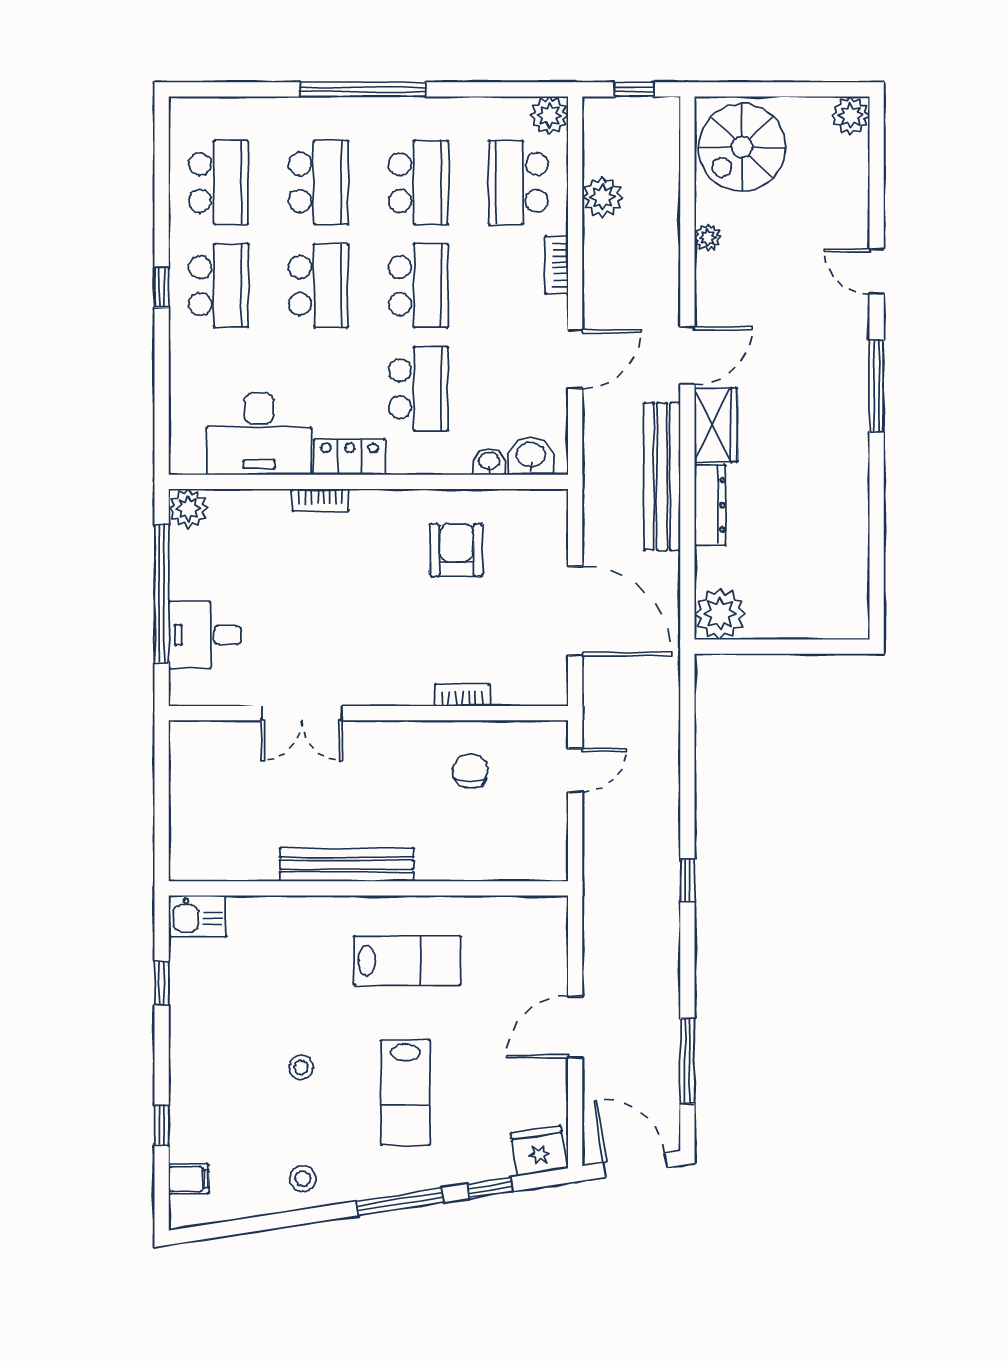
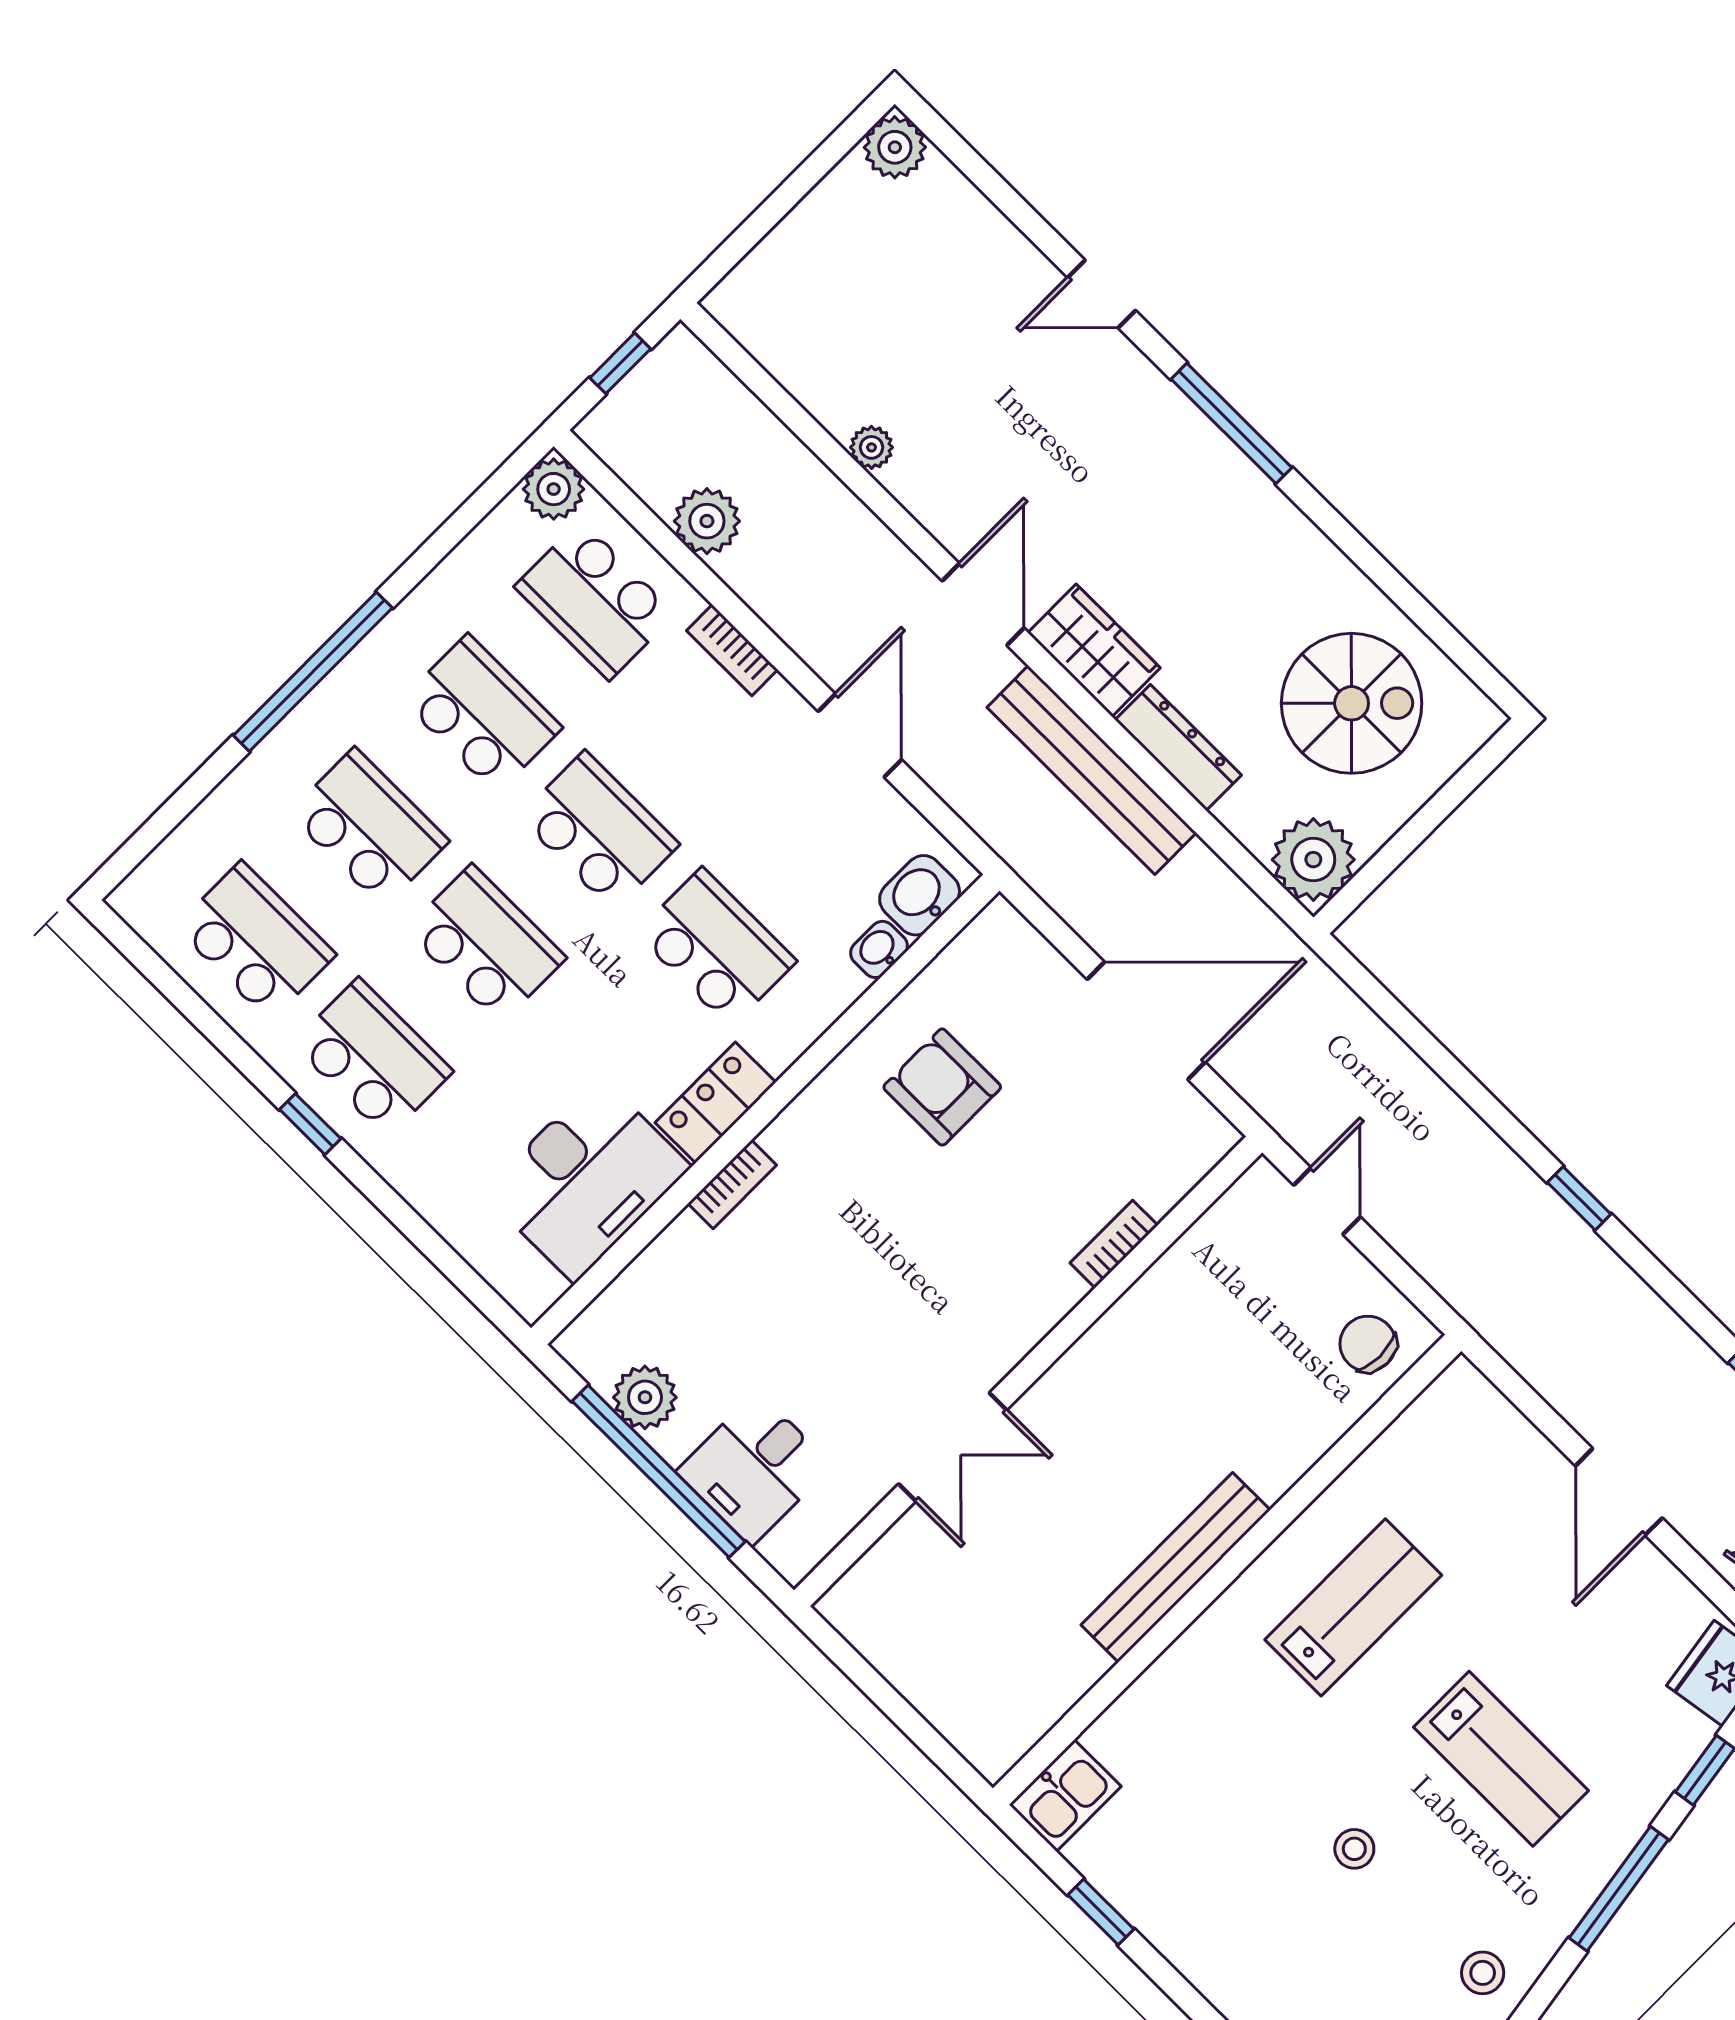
spiral stairs: (742, 147) -> (1352, 703), moved, turned -90
plant: (188, 508) -> (645, 1397), moved
chair: (470, 771) -> (1368, 1344), moved

